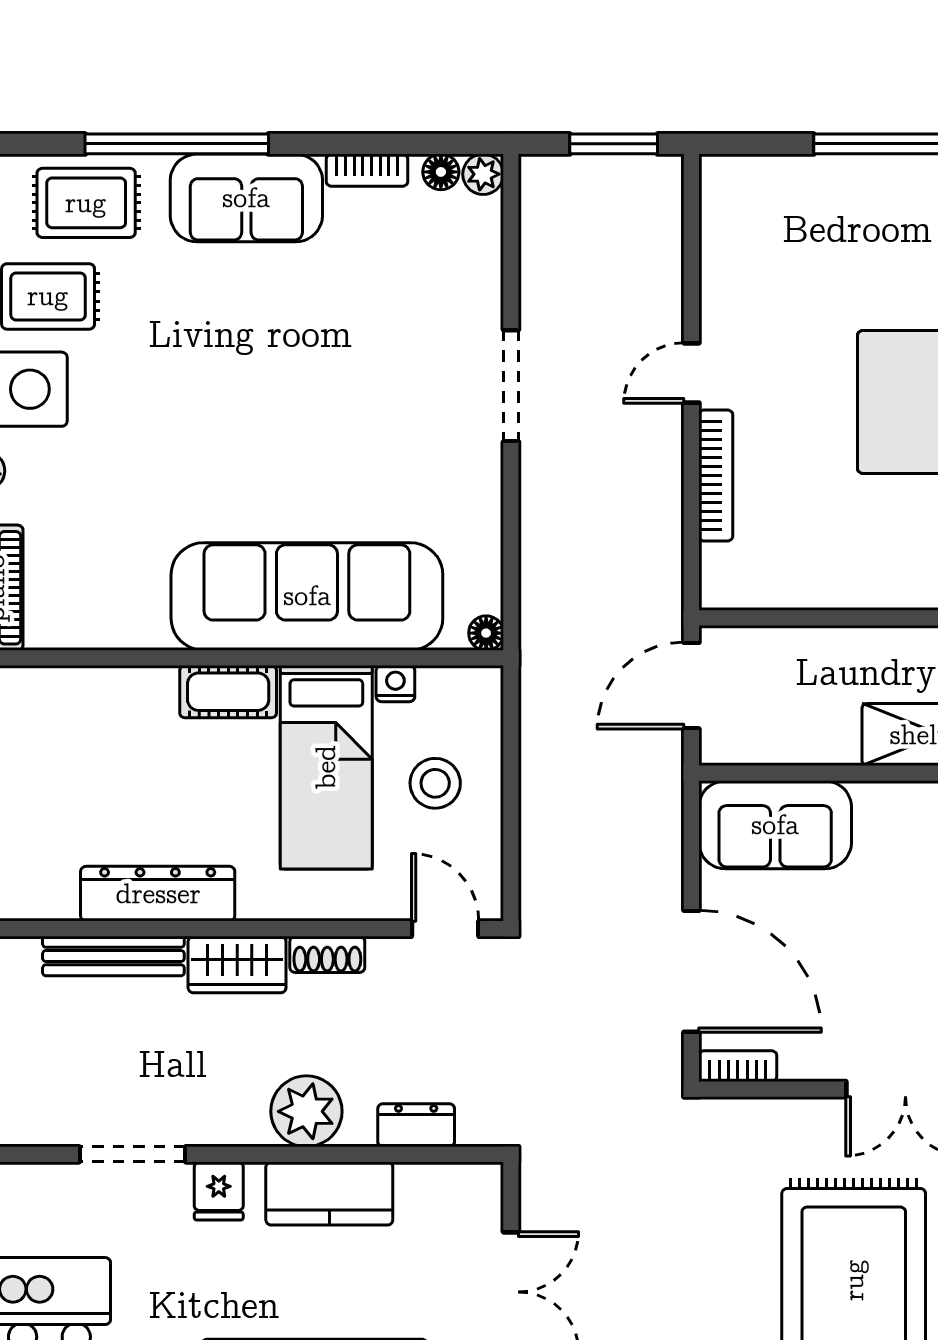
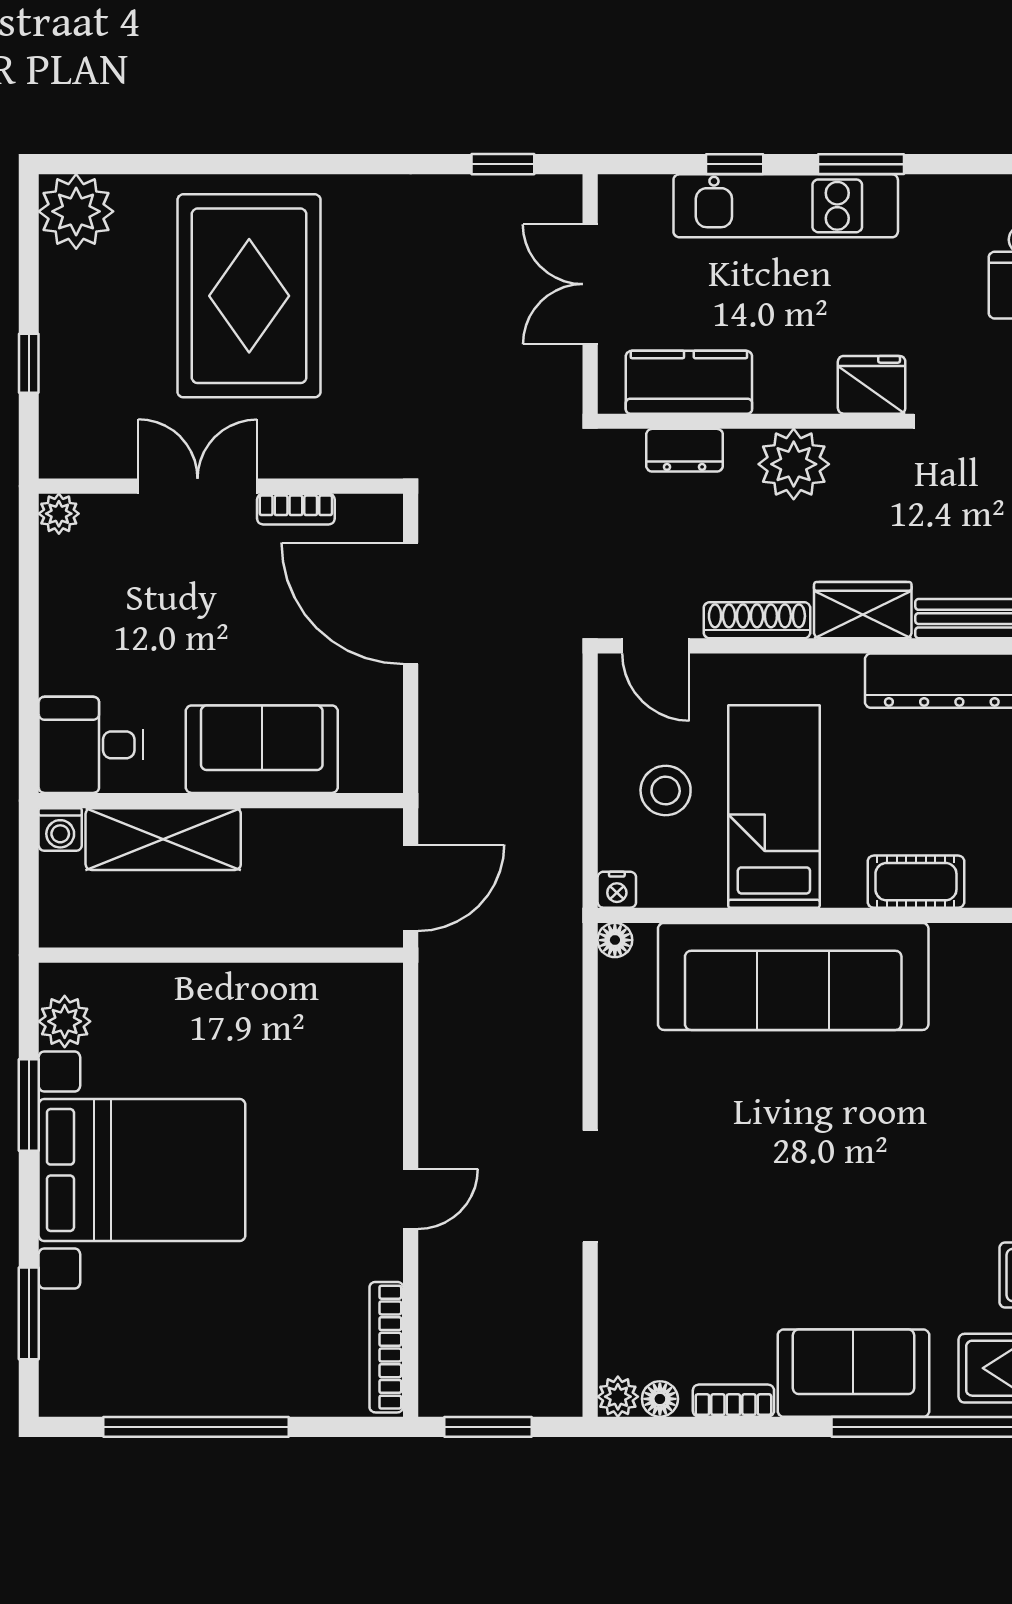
bookcase: (716, 475) -> (386, 1347), moved
nightstand: (395, 684) -> (617, 890), moved
cot: (228, 692) -> (916, 882), moved
sofa: (775, 825) -> (262, 749), moved
shoe rack: (327, 954) -> (757, 620), width x1.43
bookcase: (738, 1066) -> (296, 509), moved
fridge: (219, 1191) -> (872, 385), width x1.38
kitchen counter: (329, 1194) -> (689, 382), moved

